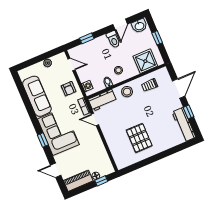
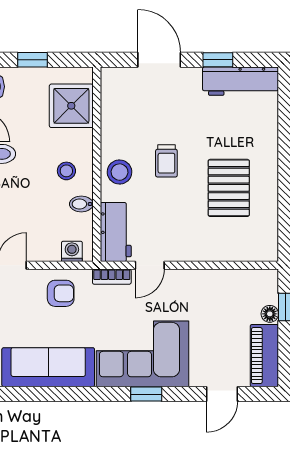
trolley: (150, 85) -> (166, 161), moved
pallet: (139, 138) -> (229, 188), turned 90

